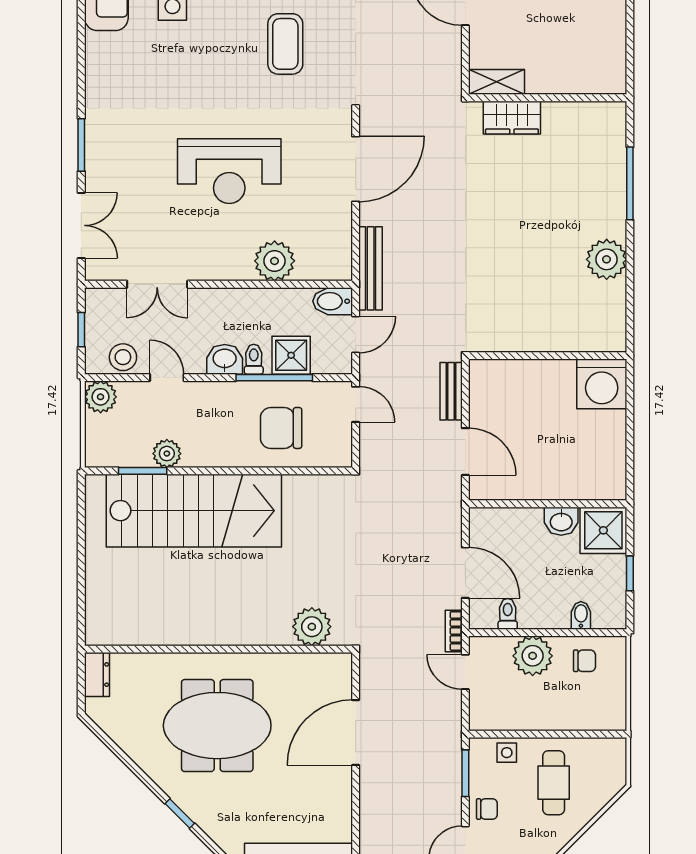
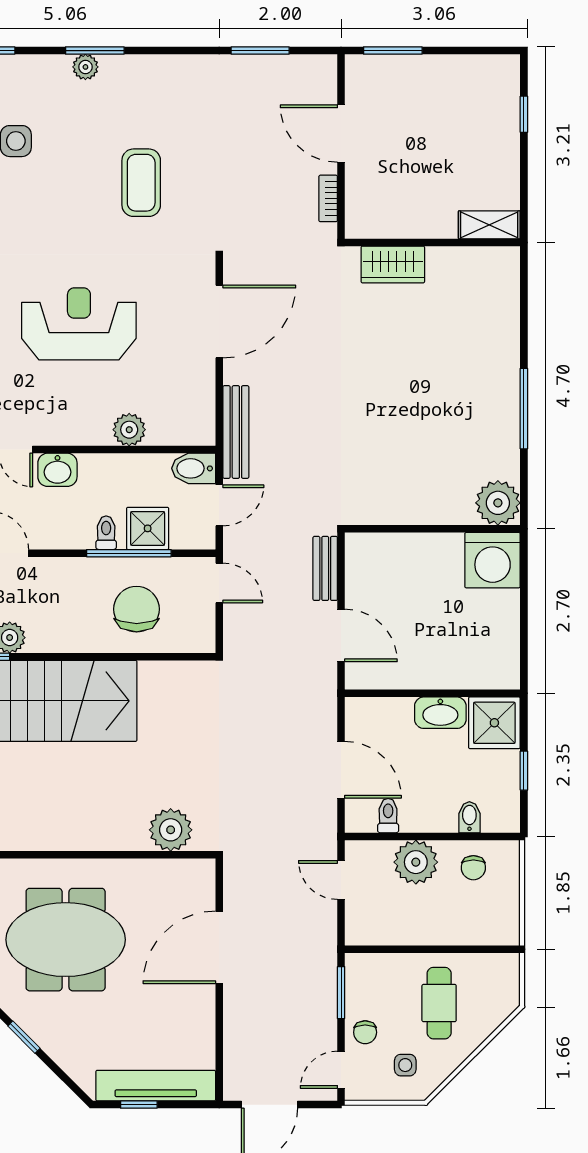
shelving: (497, 82) -> (489, 225), moved
reception desk: (229, 171) -> (79, 324), turned 180
window: (630, 183) -> (524, 409), moved
plant: (607, 259) -> (498, 503), moved
plant: (275, 261) -> (129, 430), width x0.73, depth x0.73
washbasin: (225, 359) -> (57, 470), moved, turned 180
chair: (281, 428) -> (137, 609), turned 90
washbasin: (561, 521) -> (440, 713), width x1.38
bookcase: (454, 631) -> (328, 198), moved
chair: (584, 661) -> (473, 868), turned 90
side table: (507, 753) -> (405, 1065), moved
chair: (487, 809) -> (365, 1032), turned 90

